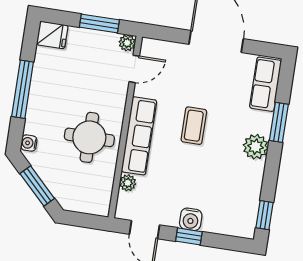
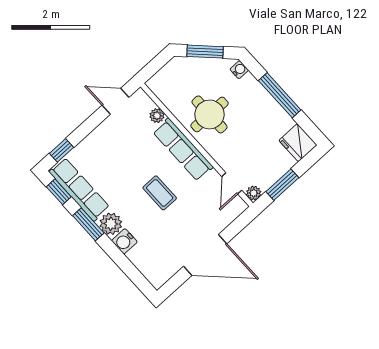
fridge: (52, 35) -> (298, 143), width x1.38
row of seats: (266, 84) -> (79, 189), moved, width x1.48
window: (279, 122) -> (88, 224), moved
water cooler: (191, 219) -> (124, 241), moved, turned -90
window: (189, 236) -> (61, 150), moved

